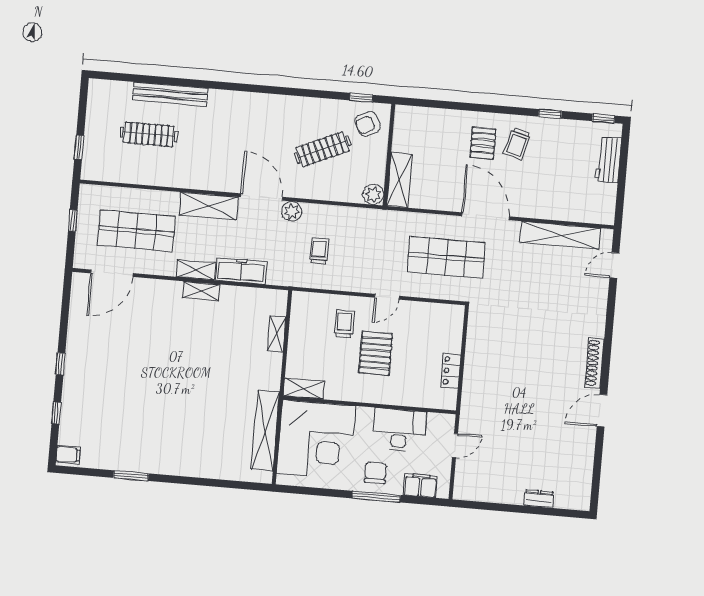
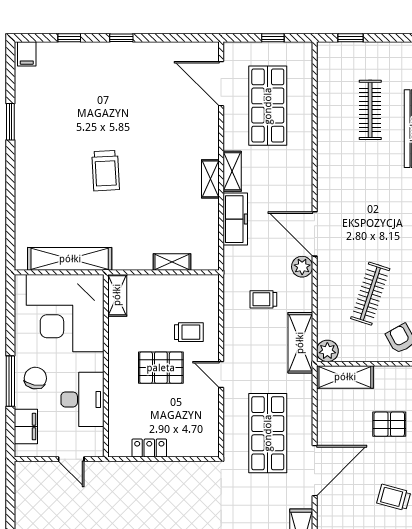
pallet: (483, 143) -> (389, 424), moved
clothes rail: (323, 149) -> (370, 294), turned 42
door: (262, 197) -> (315, 234), swing flipped
shelving: (209, 206) -> (300, 343), moved
trolley: (319, 251) -> (263, 299), turned 180
trolley: (185, 390) -> (106, 171), added
chair: (375, 473) -> (35, 378), turned -79

